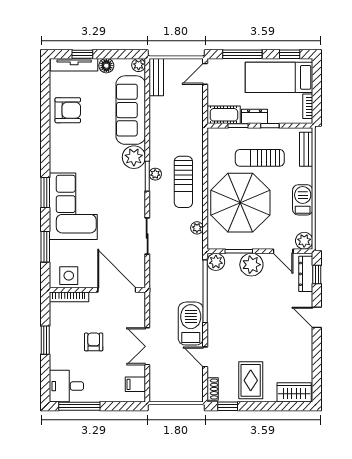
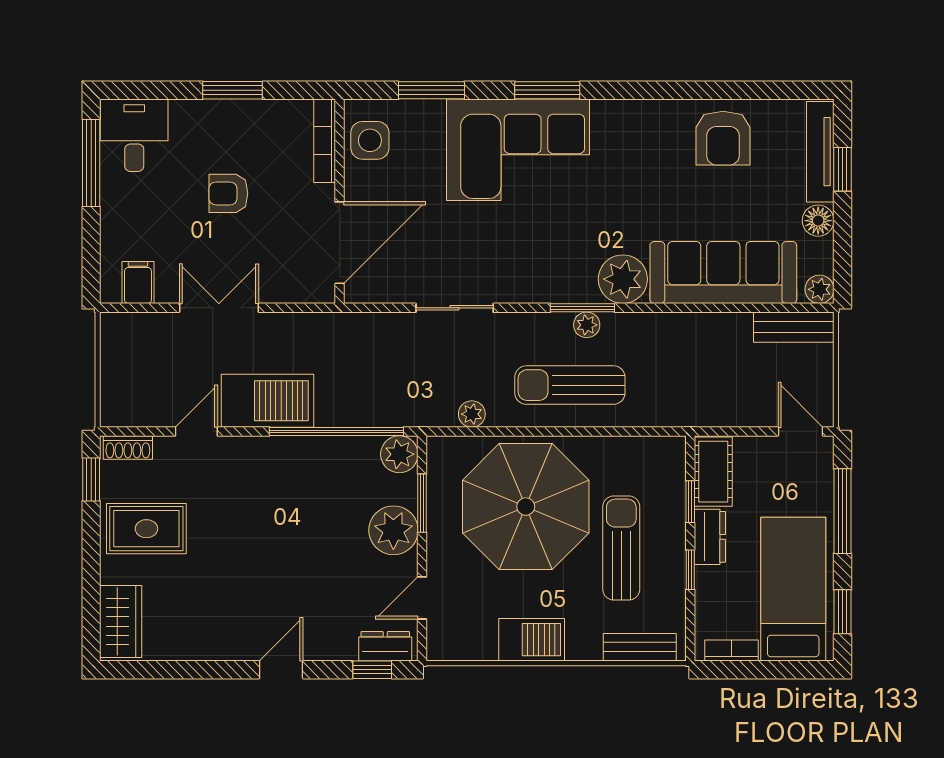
plant: (304, 241) -> (444, 643), removed
dresser: (306, 274) -> (385, 646), width x0.70
armchair: (94, 342) -> (228, 193), turned 180

